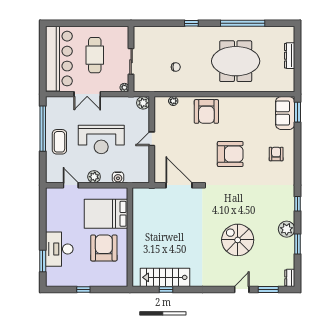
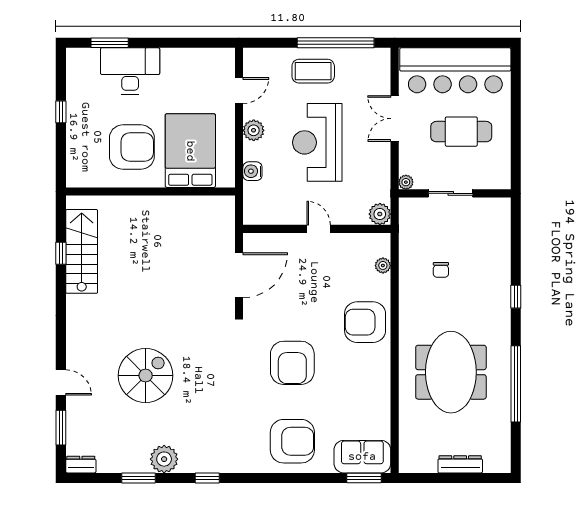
armchair: (276, 154) -> (292, 441), width x1.88, depth x1.88

